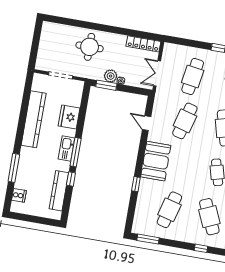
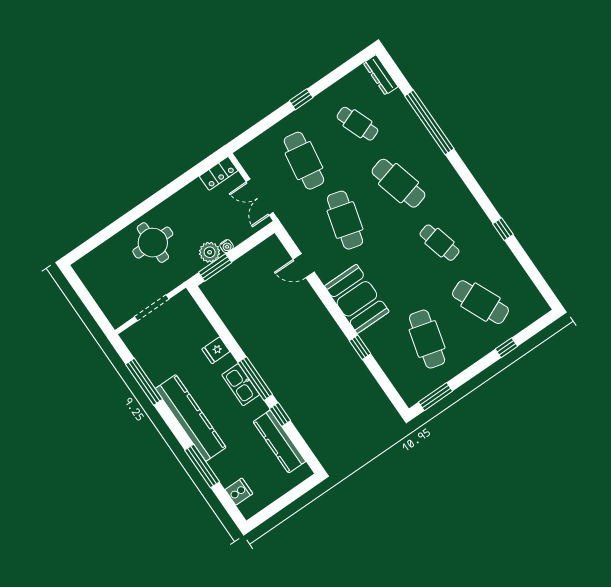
locker: (143, 44) -> (219, 173), width x0.66
window: (25, 105) -> (144, 382), added
fridge: (69, 117) -> (216, 350), width x0.53, depth x0.75
kitchen counter: (34, 119) -> (191, 418), moved

